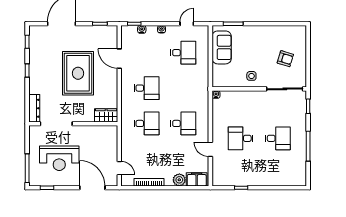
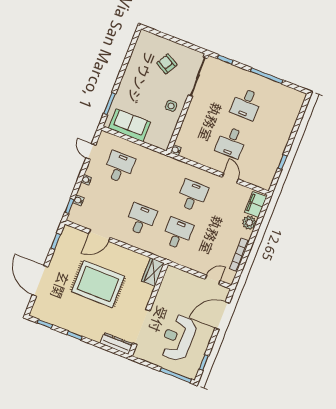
armchair: (285, 59) -> (167, 64), turned -78
desk: (278, 138) -> (246, 104), turned 180
door: (210, 149) -> (230, 178), swing flipped
reception desk: (59, 158) -> (178, 338), turned 180

